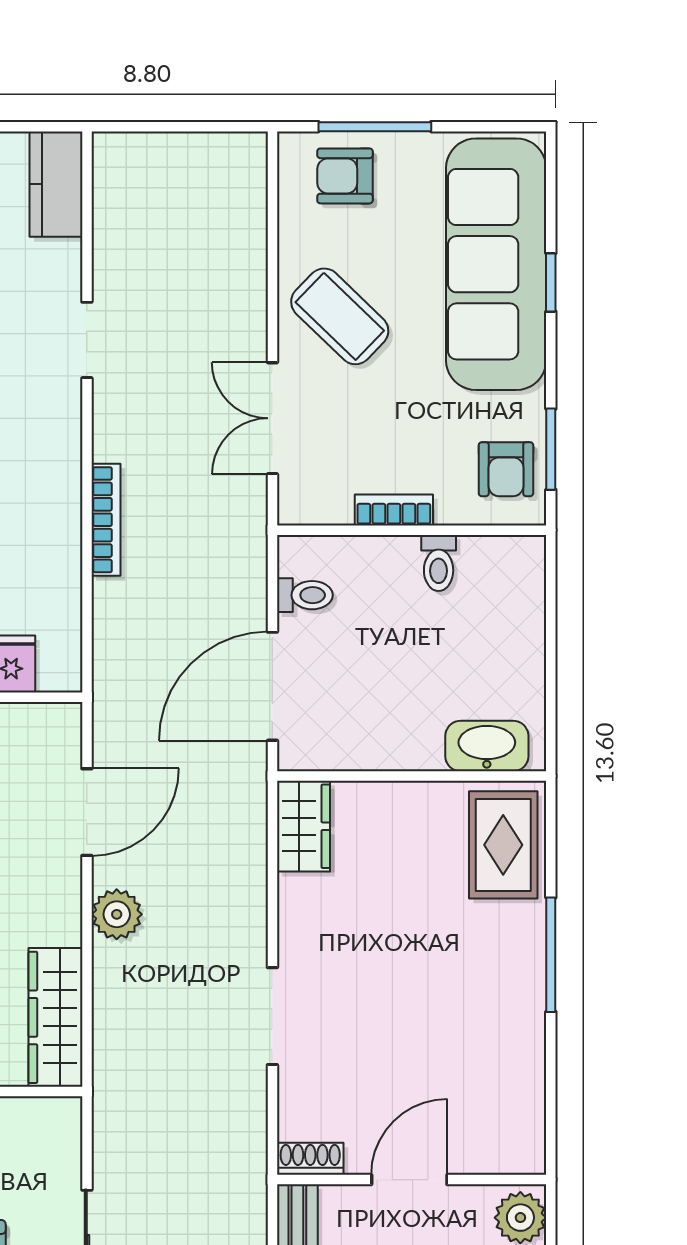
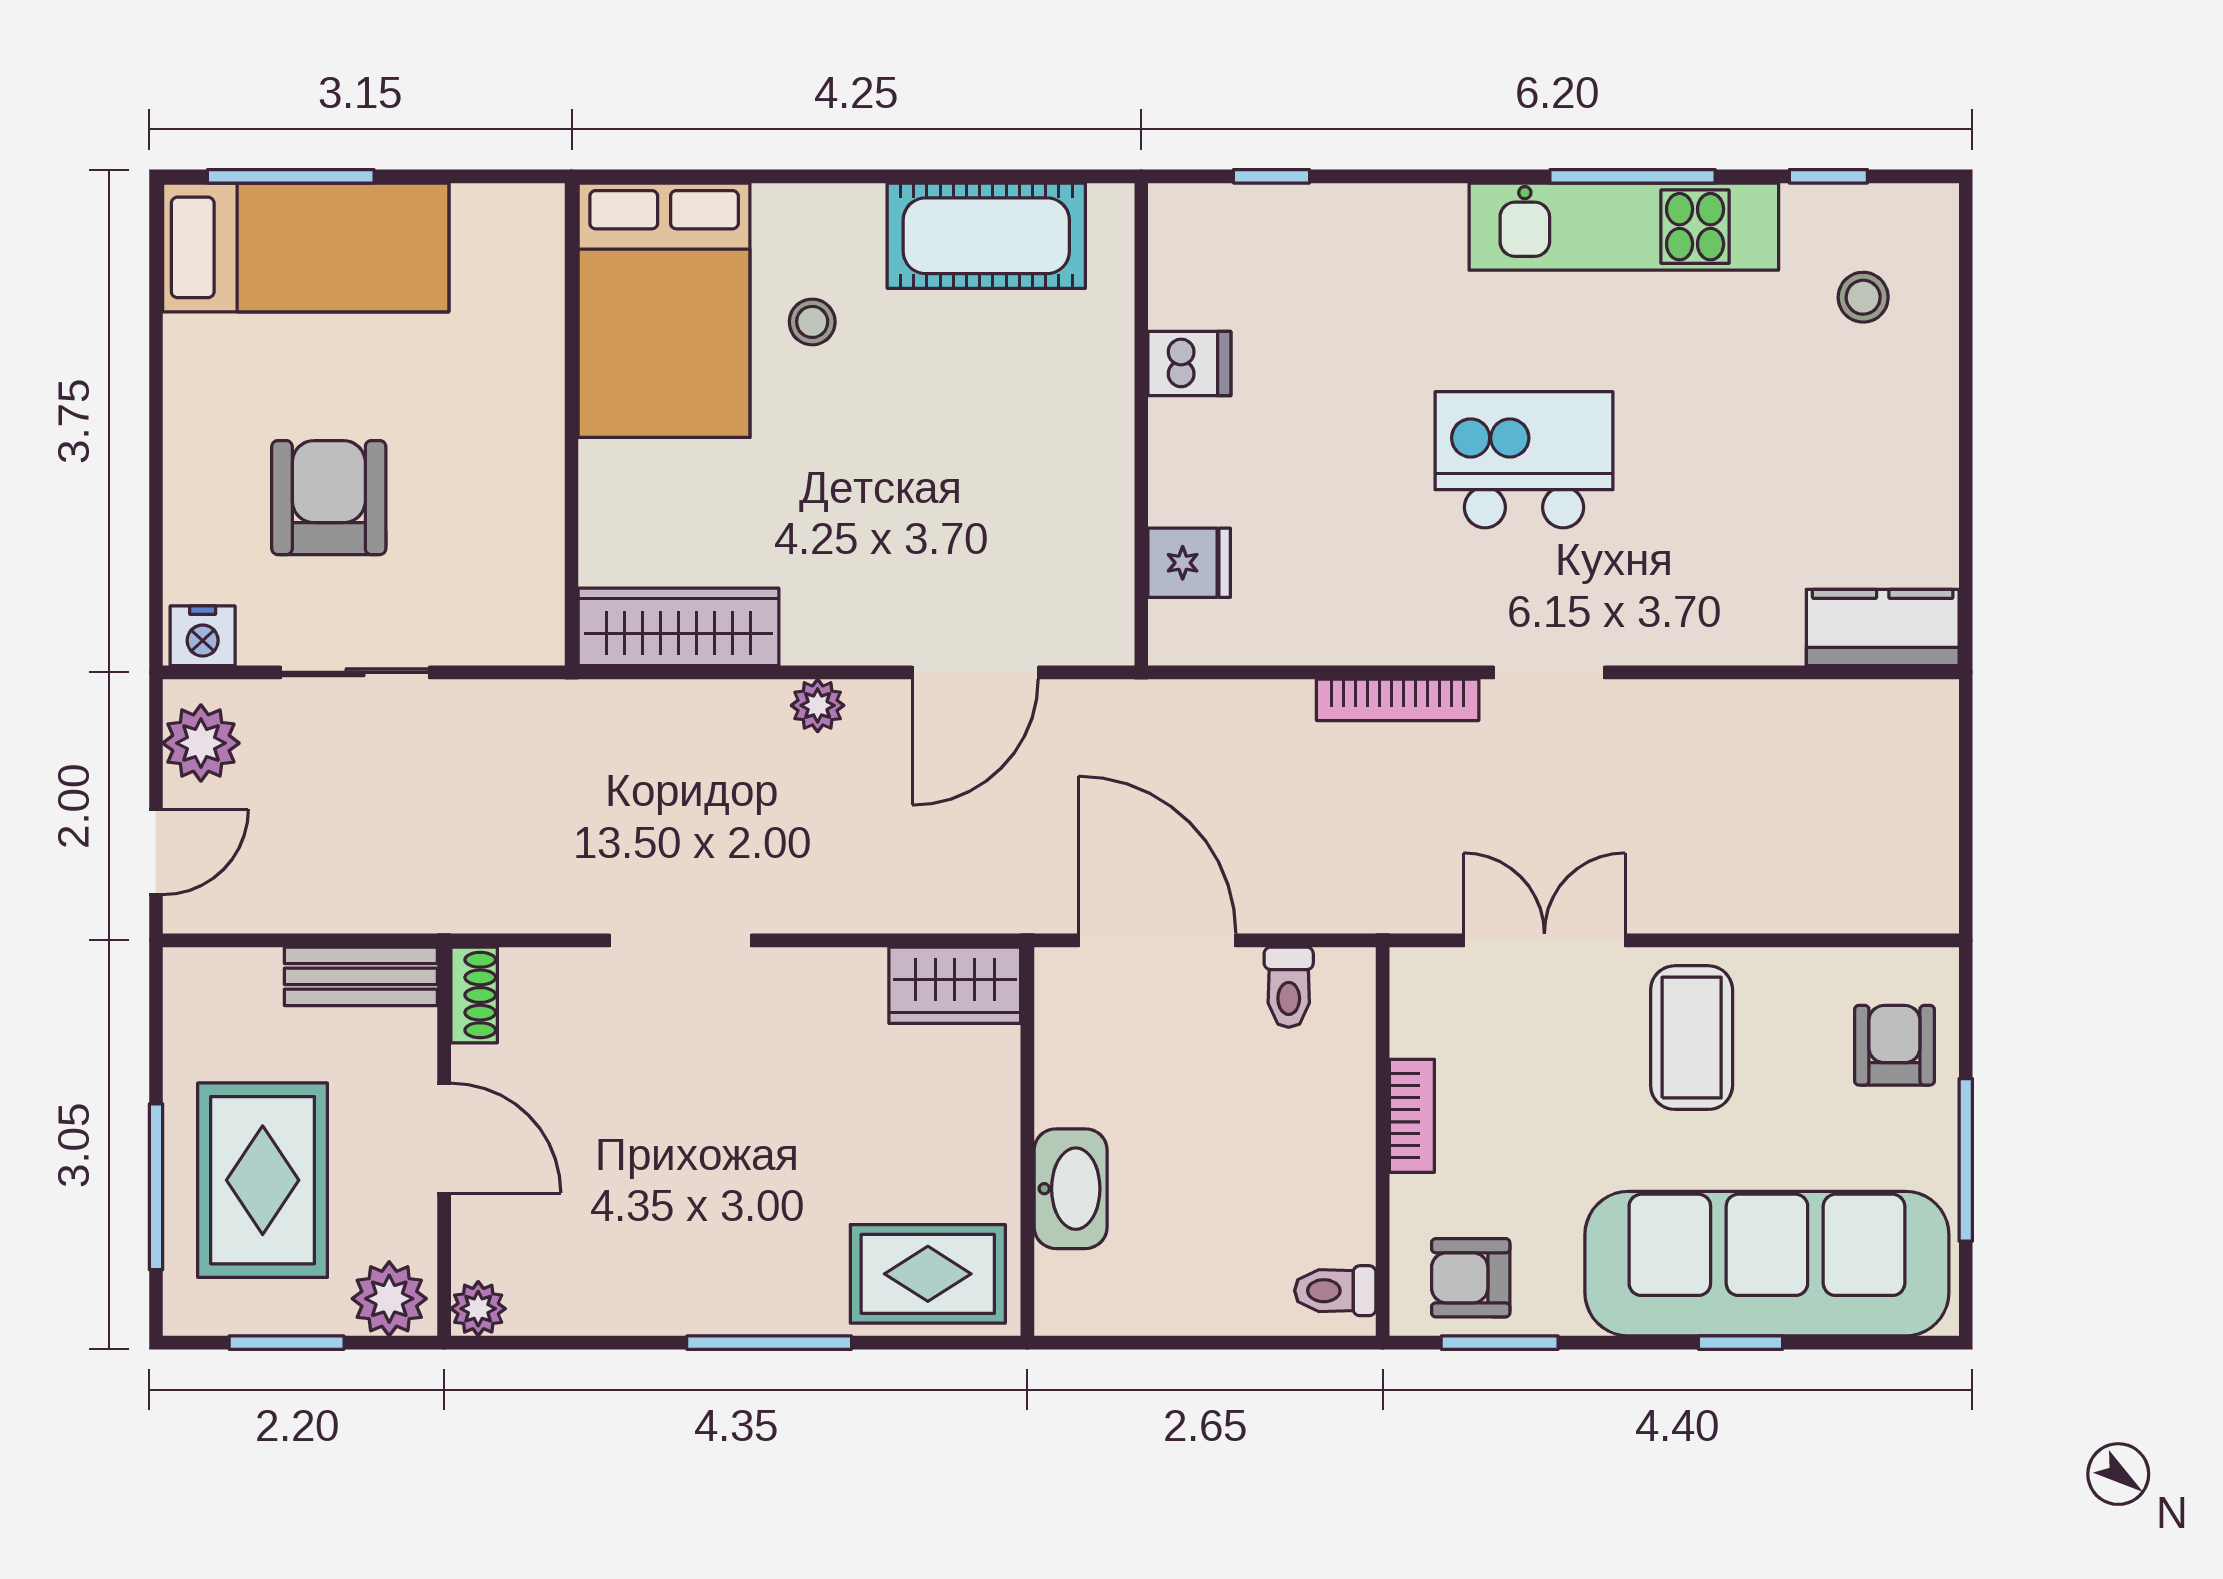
window: (375, 127) -> (1966, 1160), moved
coffee table: (340, 316) -> (1692, 1038), turned -44
doorway: (87, 340) -> (1549, 672), moved
toilet: (439, 563) -> (1335, 1291), moved
washbasin: (487, 746) -> (1071, 1189), moved
door: (87, 812) -> (975, 672), hinge flipped
plant: (117, 914) -> (818, 705), width x0.73, depth x0.73
plant: (527, 1156) -> (478, 1309), added

